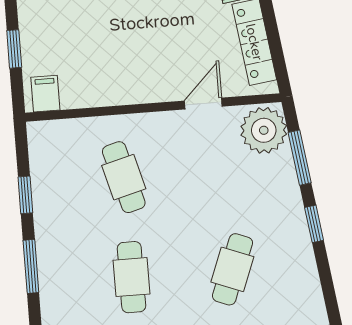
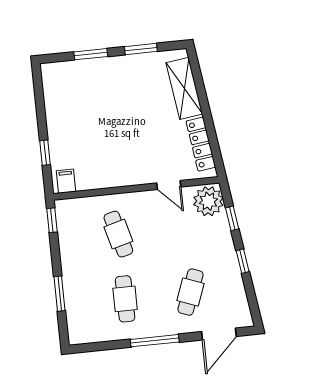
door: (203, 104) -> (169, 185), swing flipped
window: (300, 158) -> (232, 218), width x0.67
window: (25, 195) -> (52, 220), moved

